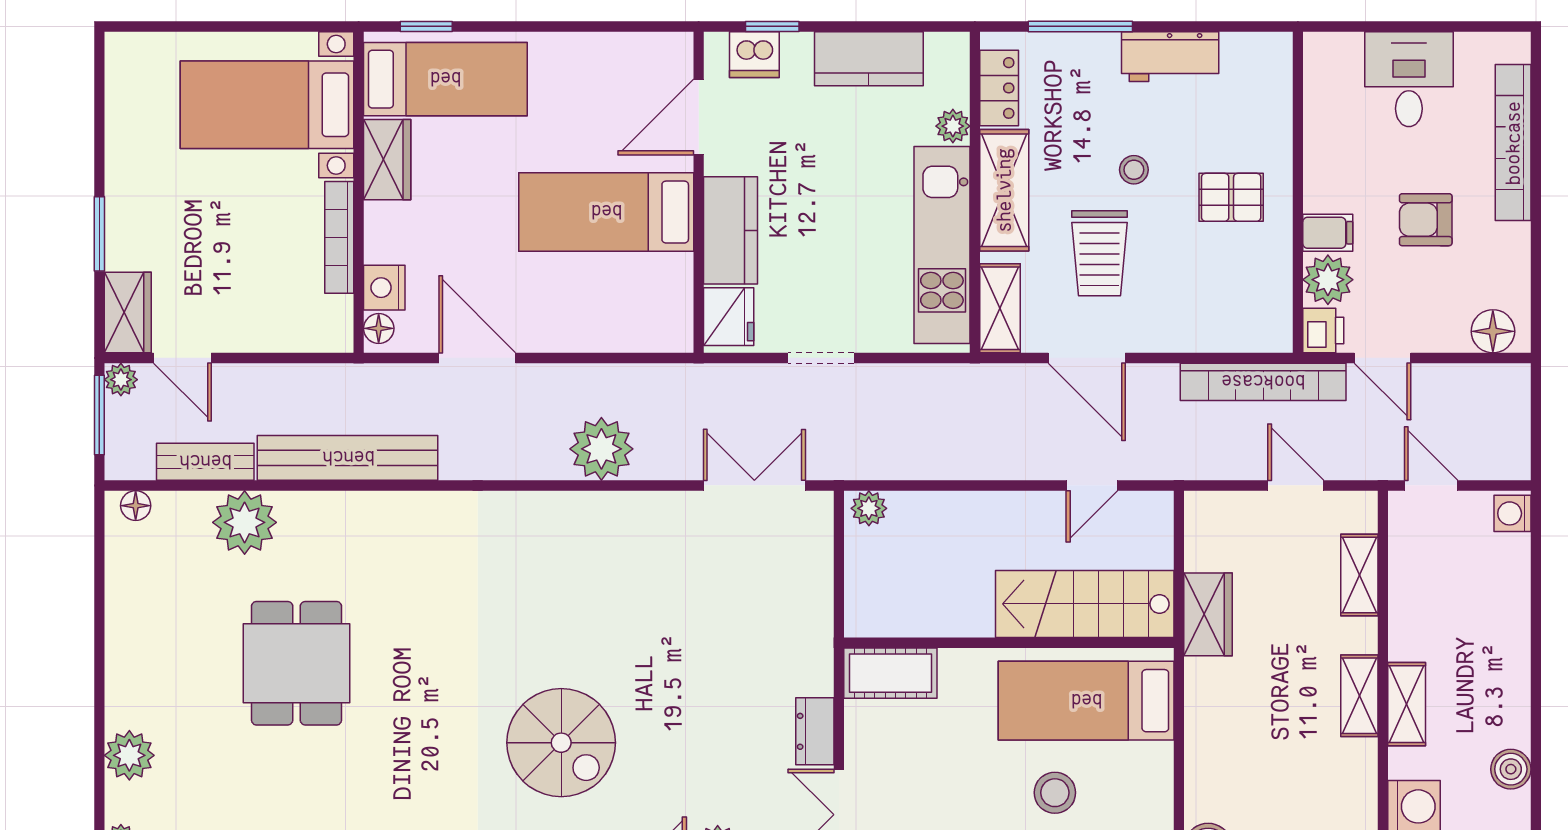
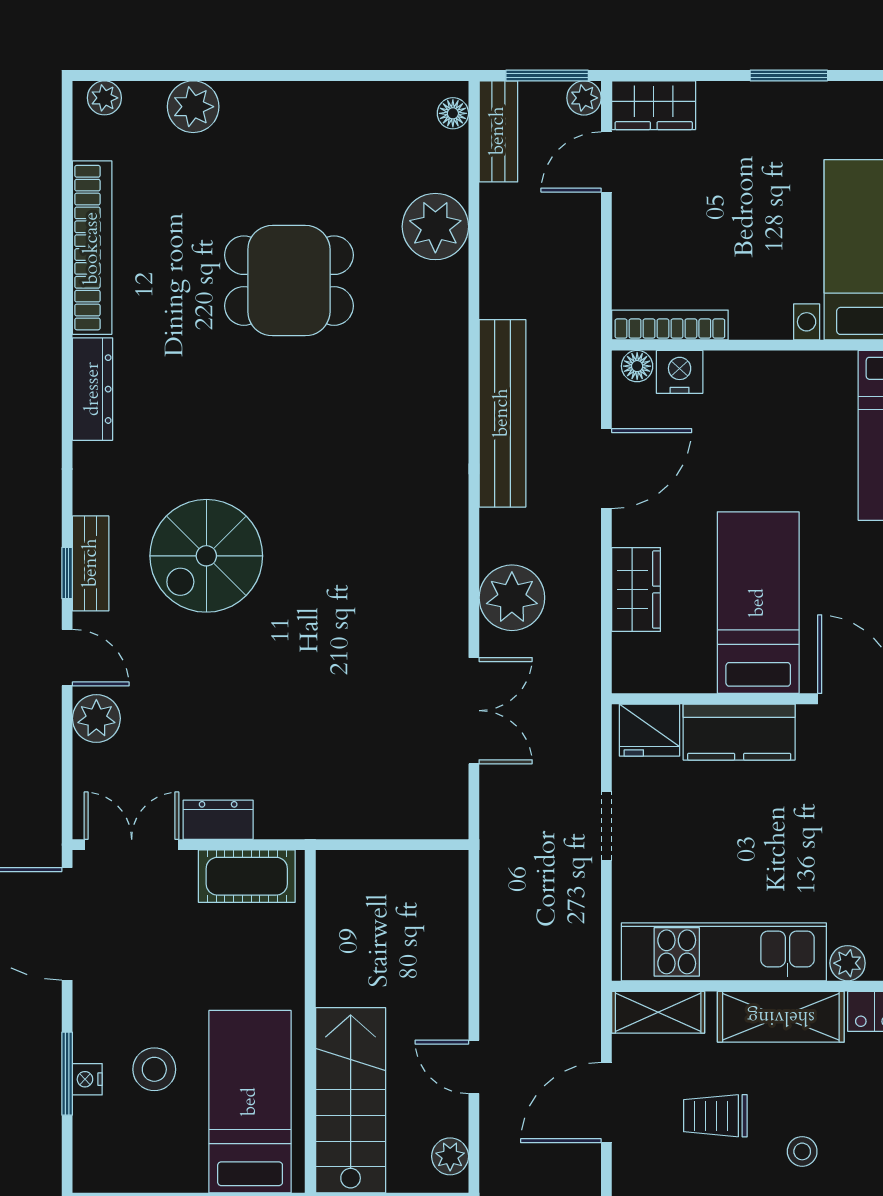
wardrobe: (387, 160) -> (636, 590), moved, turned -90
window: (99, 234) -> (789, 76), moved
bookcase: (339, 237) -> (670, 325), moved
trolley: (1100, 253) -> (715, 1116), width x0.73, depth x0.72
bench: (348, 458) -> (502, 413), moved
bench: (205, 462) -> (498, 131), moved
double door: (754, 485) -> (474, 711), moved
door: (1092, 485) -> (474, 1067), moved
plant: (869, 508) -> (450, 1156), moved
cot: (890, 673) -> (247, 876), moved, turned 90

